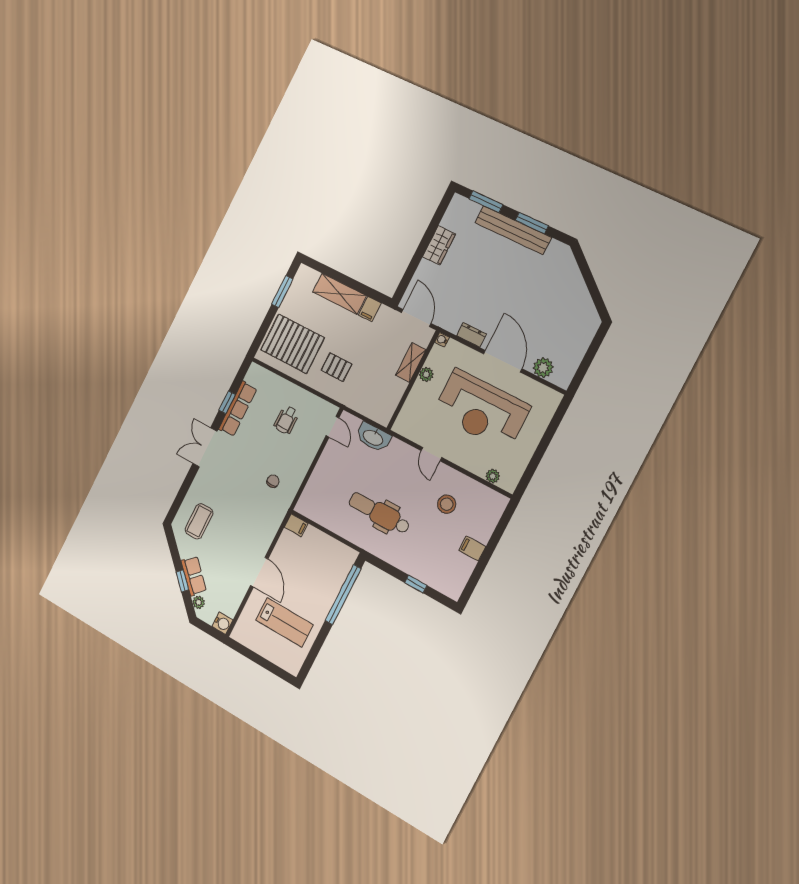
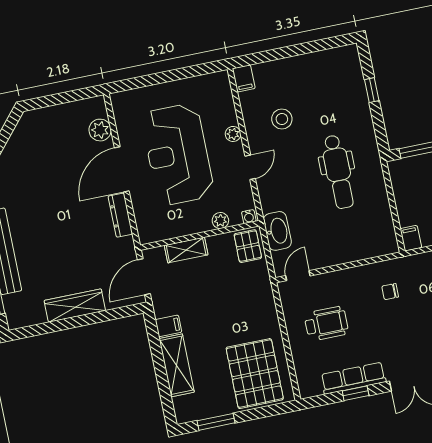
wardrobe: (439, 245) -> (75, 306), width x1.50
dresser: (472, 335) -> (120, 215), width x1.44
water cooler: (442, 340) -> (249, 217), moved
pallet: (336, 367) -> (248, 246), moved
plant: (426, 374) -> (220, 221), moved
reception desk: (481, 410) -> (178, 154), turned 180
wheelchair: (286, 420) -> (326, 324), width x1.36, depth x1.37
plant: (493, 476) -> (233, 134), moved
filing cabinet: (472, 548) -> (244, 78), moved

